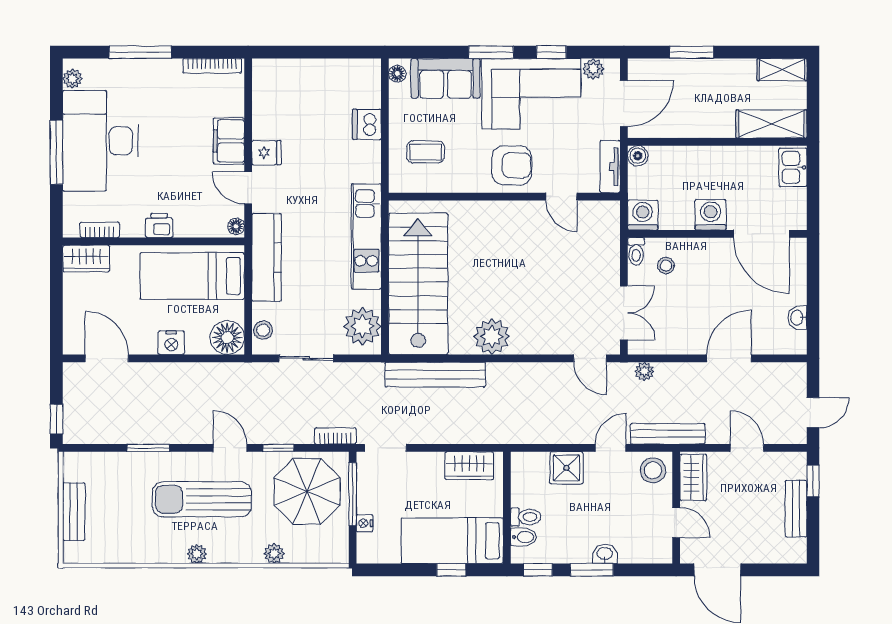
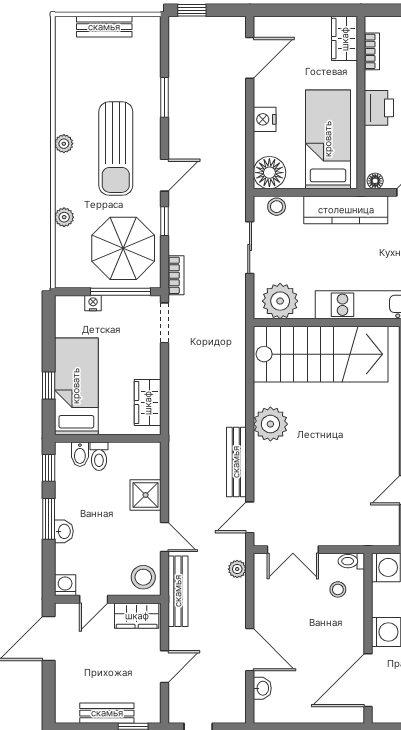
printer: (159, 225) -> (379, 108), width x1.36, depth x1.24
washbasin: (797, 318) -> (262, 688), moved, turned 90
bench: (435, 375) -> (236, 462), moved, width x0.73, depth x0.82
sun lounger: (202, 499) -> (116, 149), turned 180
washing machine: (661, 553) -> (65, 585), added

